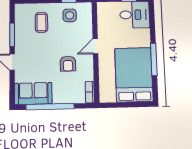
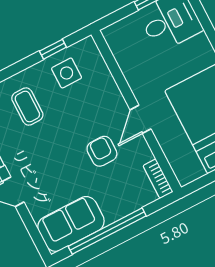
door: (95, 46) -> (141, 119), moved
armchair: (68, 64) -> (102, 151), turned 180

